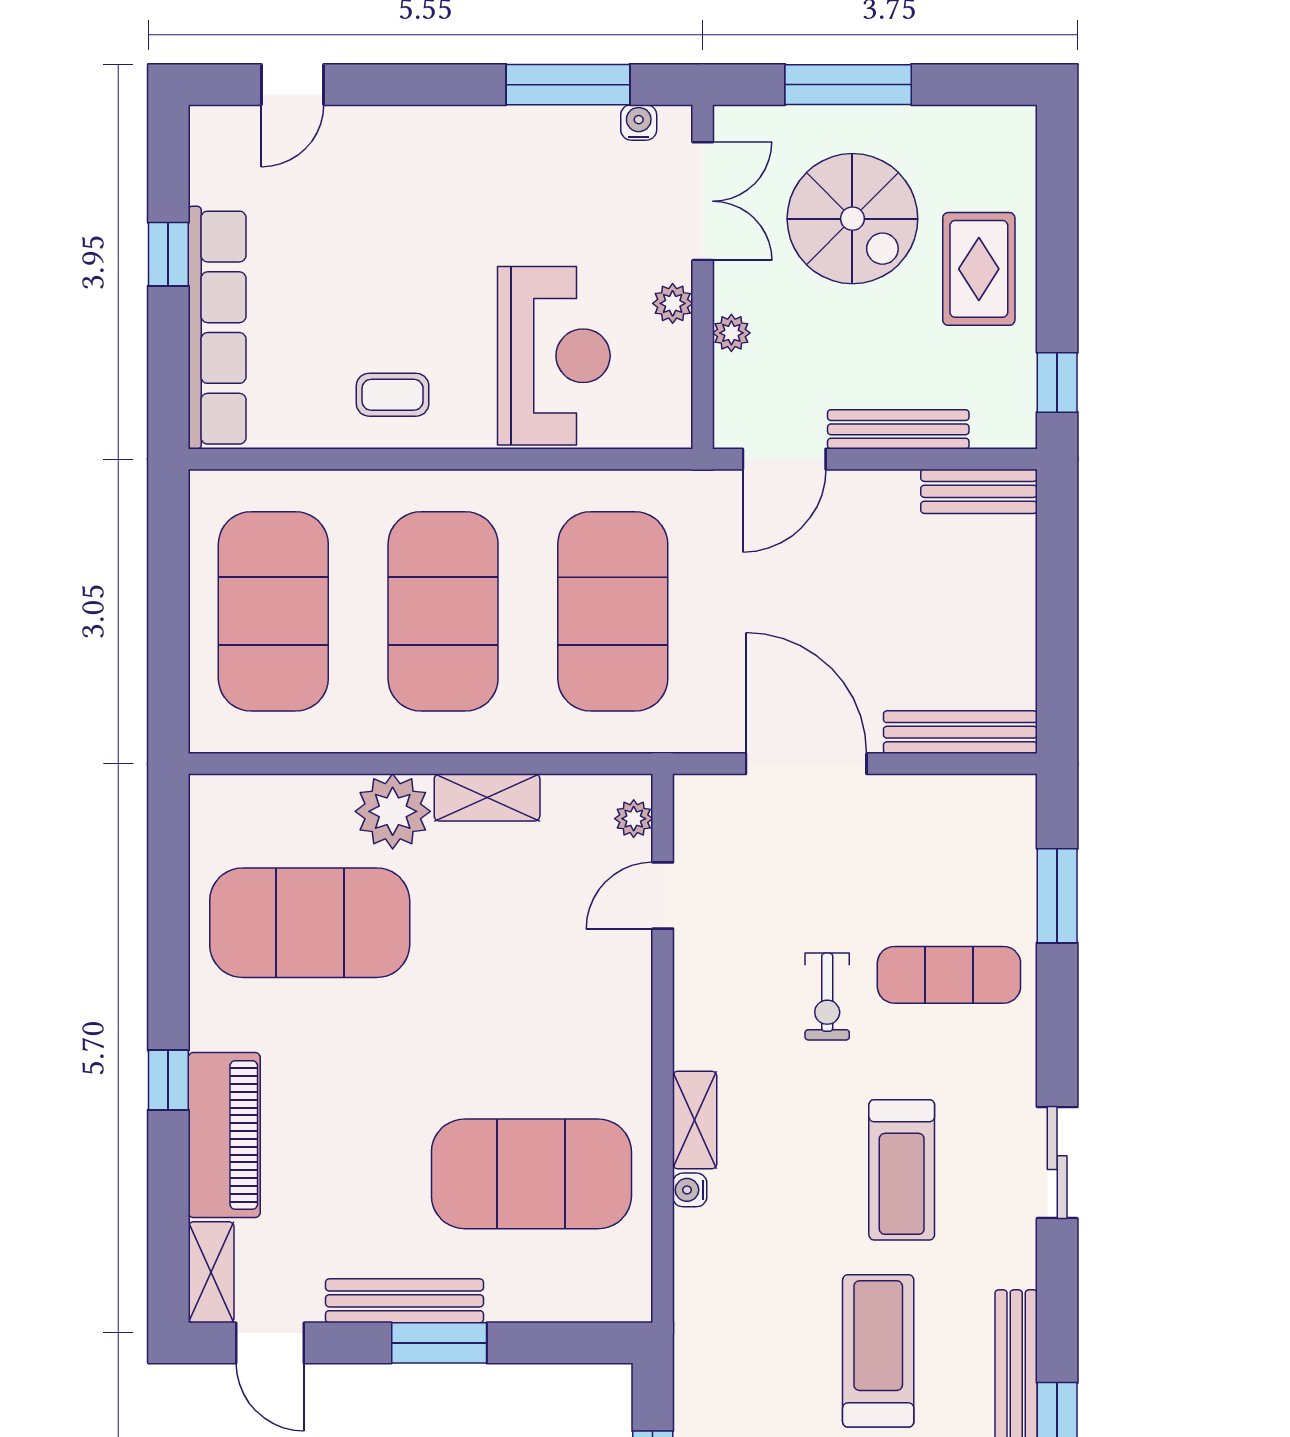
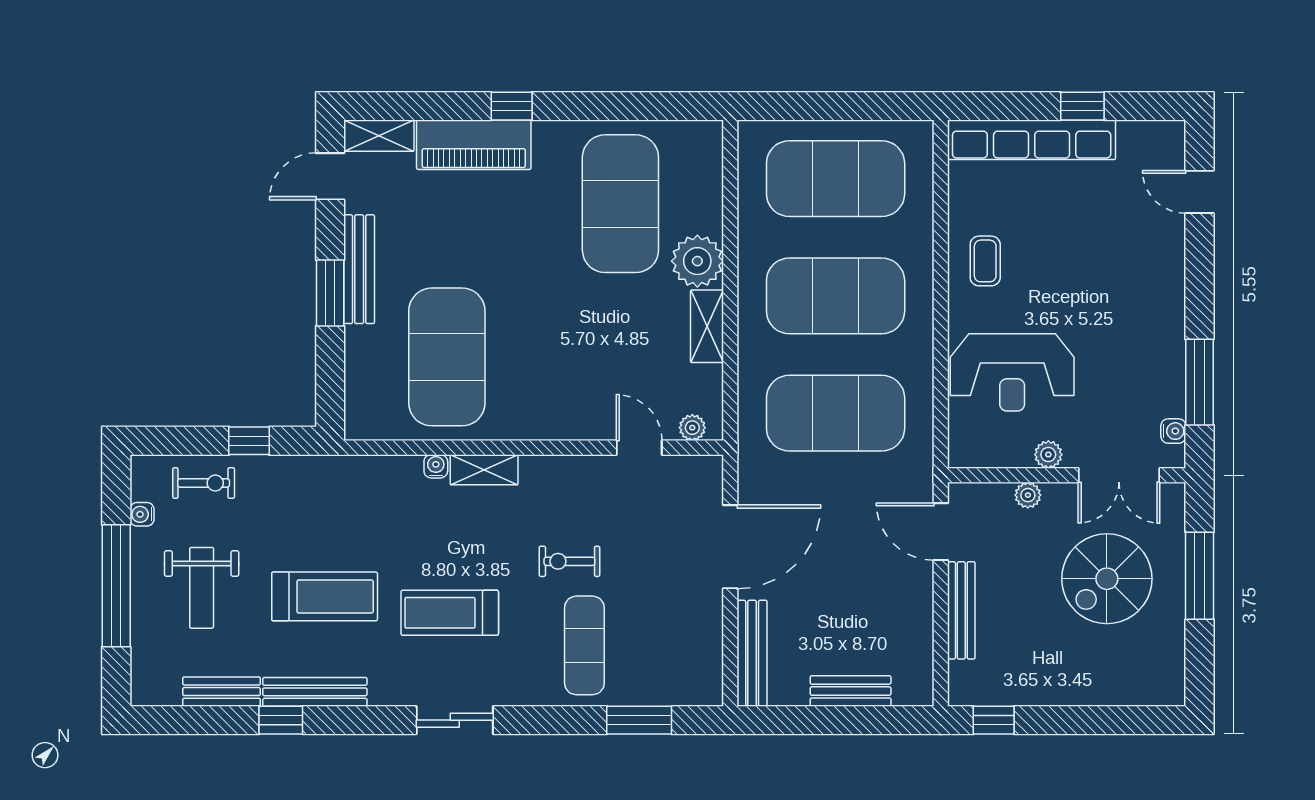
rug: (979, 269) -> (1072, 666), removed
bench: (979, 491) -> (851, 691), moved, turned 90

